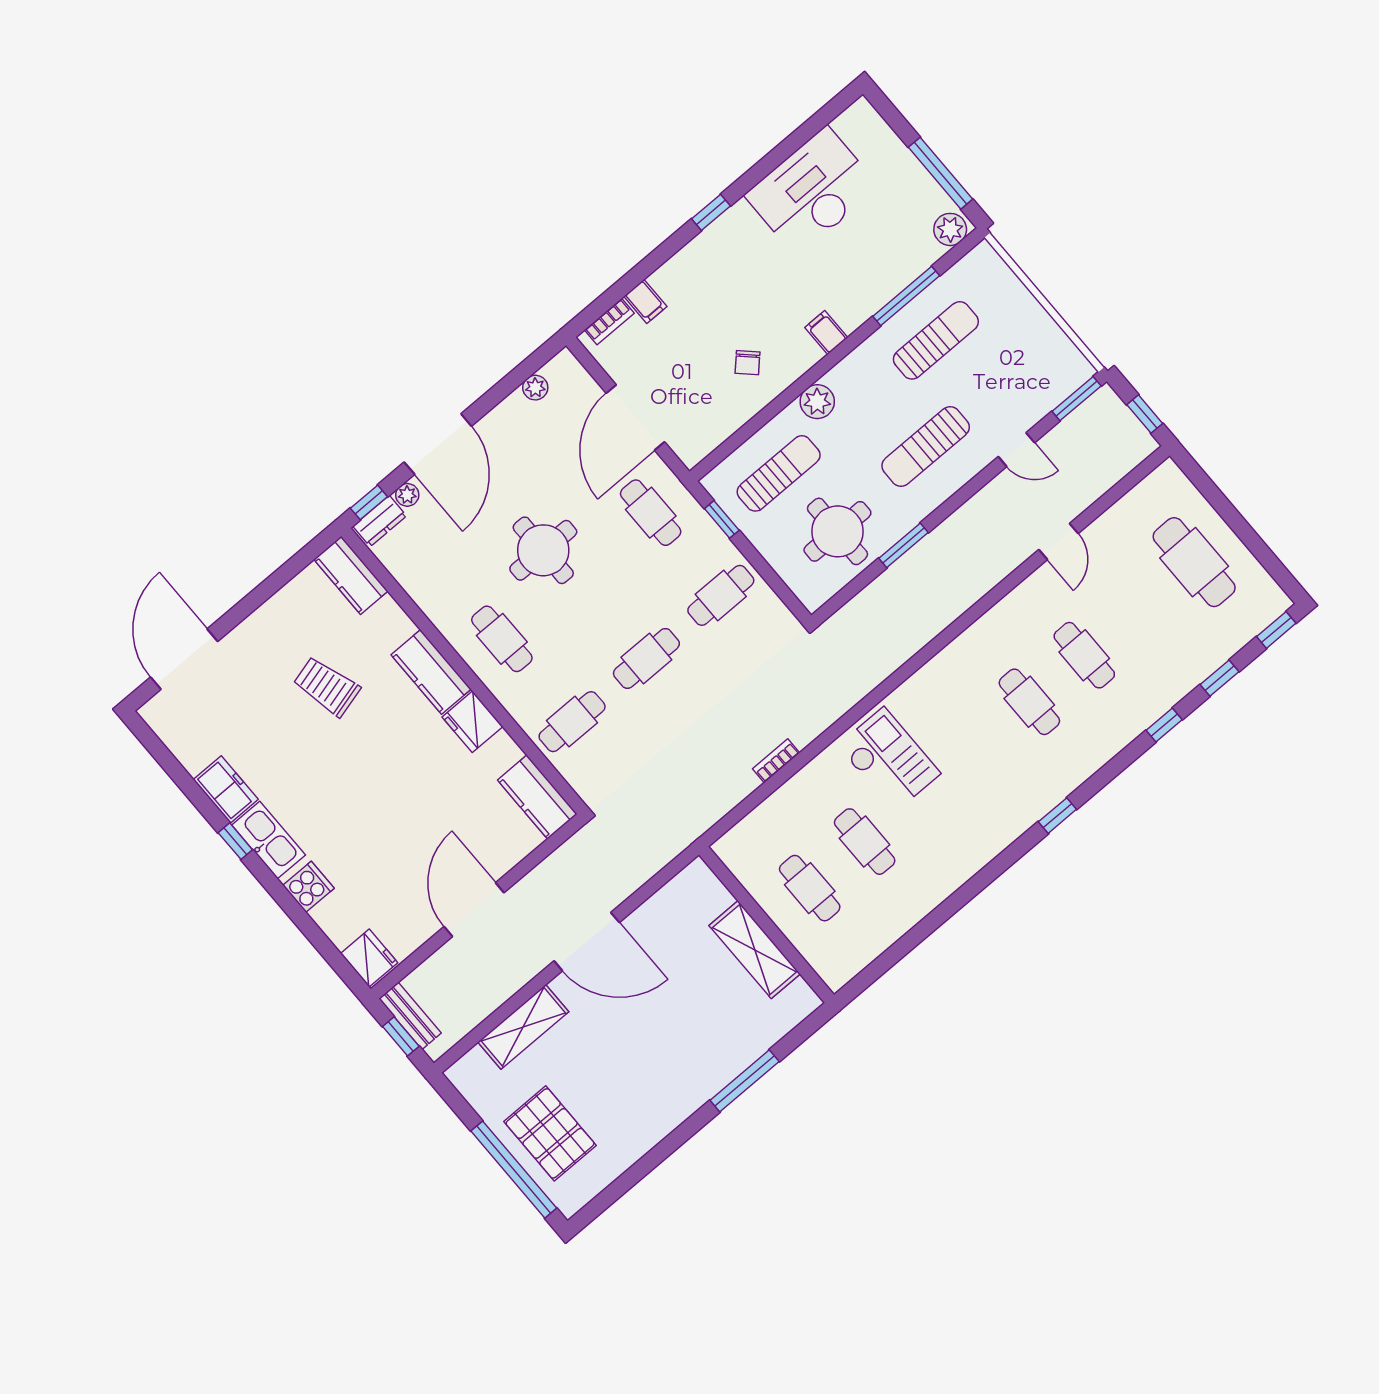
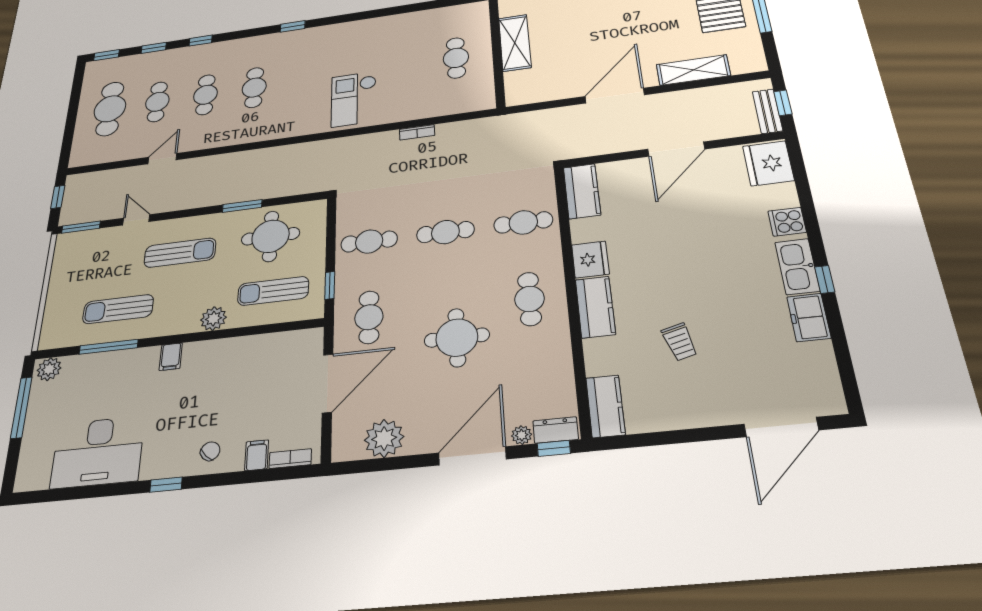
chair: (747, 363) -> (210, 451), moved
plant: (535, 388) -> (384, 438), width x1.88, depth x1.88
trolley: (327, 686) -> (679, 342), width x0.73, depth x0.72
cafe table: (865, 842) -> (157, 102), moved
door: (587, 942) -> (615, 96), hinge flipped
fridge: (369, 958) -> (768, 163), width x1.36, depth x1.34

